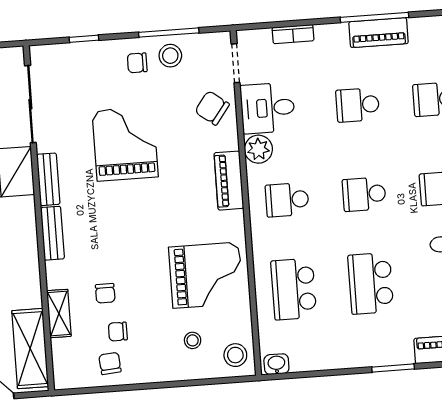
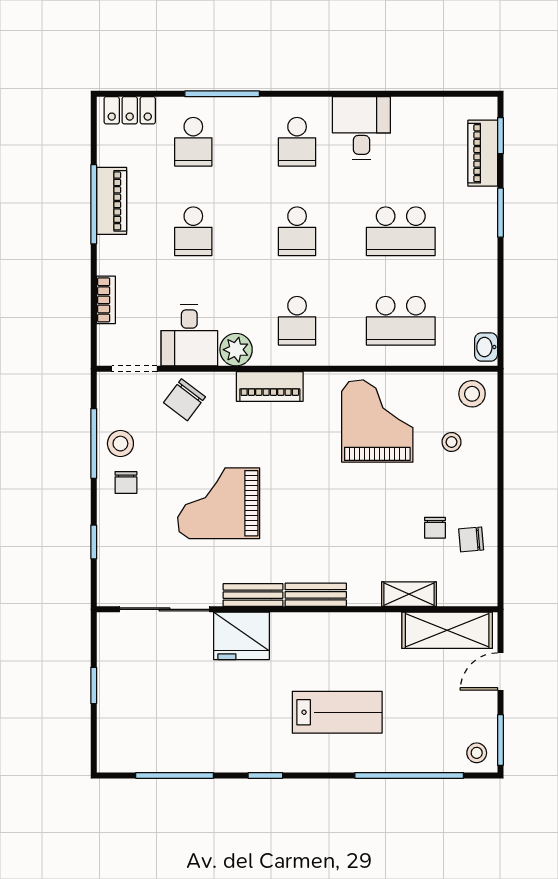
chair: (105, 293) -> (390, 539), removed

